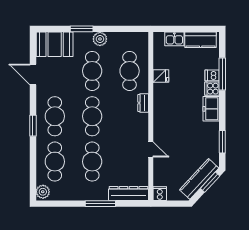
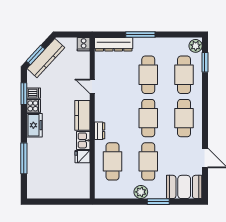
kitchen sink: (174, 39) -> (83, 140), moved, turned -90
kitchen counter: (201, 40) -> (82, 115), moved, turned -90
dishwasher: (212, 75) -> (34, 93), moved
cooker: (212, 89) -> (34, 106), moved
window: (33, 126) -> (205, 62), moved

